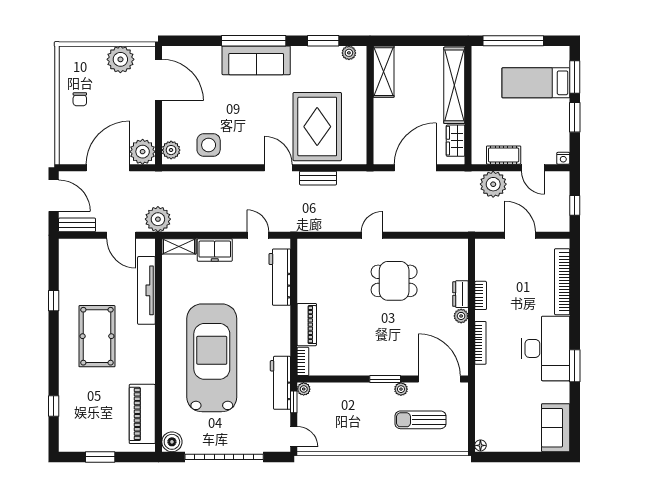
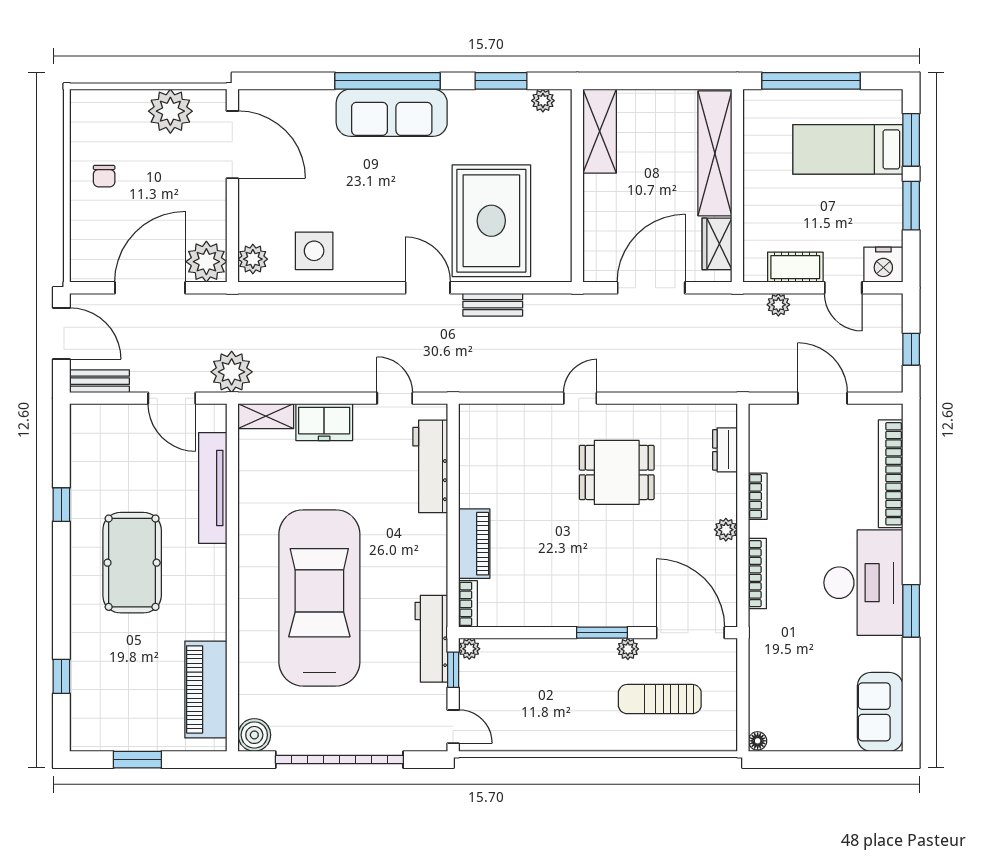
nightstand: (563, 158) -> (883, 265), width x1.89, depth x1.79
plant: (493, 184) -> (778, 305), width x0.53, depth x0.53
dresser: (461, 294) -> (725, 450), moved

